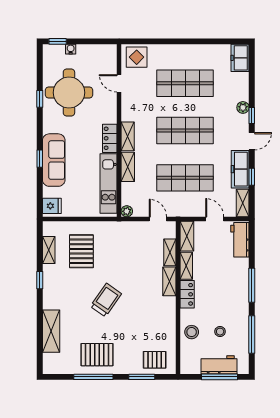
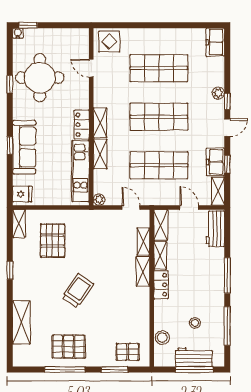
water cooler: (71, 49) -> (18, 33), moved
freezer: (240, 169) -> (215, 162), width x0.71
shelving: (49, 250) -> (19, 224), moved
stool: (192, 332) -> (162, 338), moved

